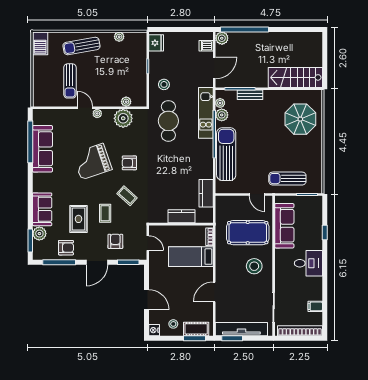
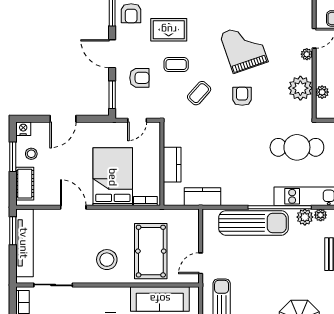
bed: (191, 257) -> (113, 177), width x1.50
window: (194, 338) -> (13, 157), moved

